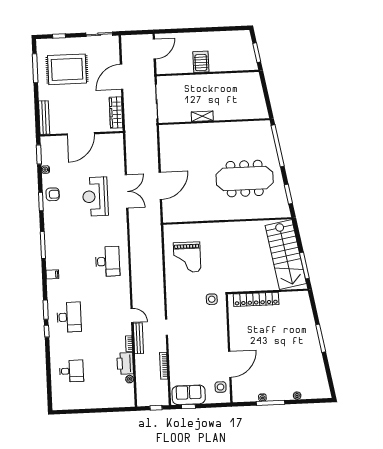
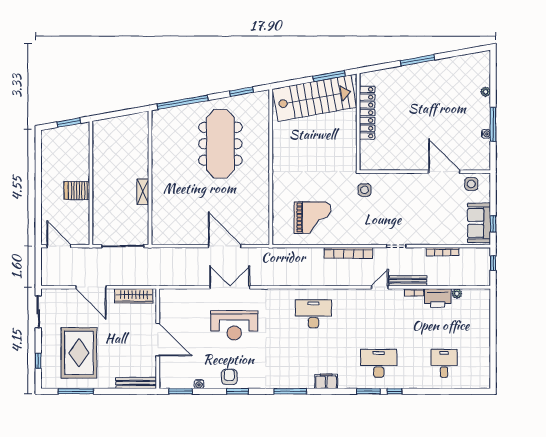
filing cabinet: (52, 274) -> (326, 381), width x2.00
bookcase: (159, 288) -> (348, 253), added
locker: (256, 299) -> (367, 113), moved

